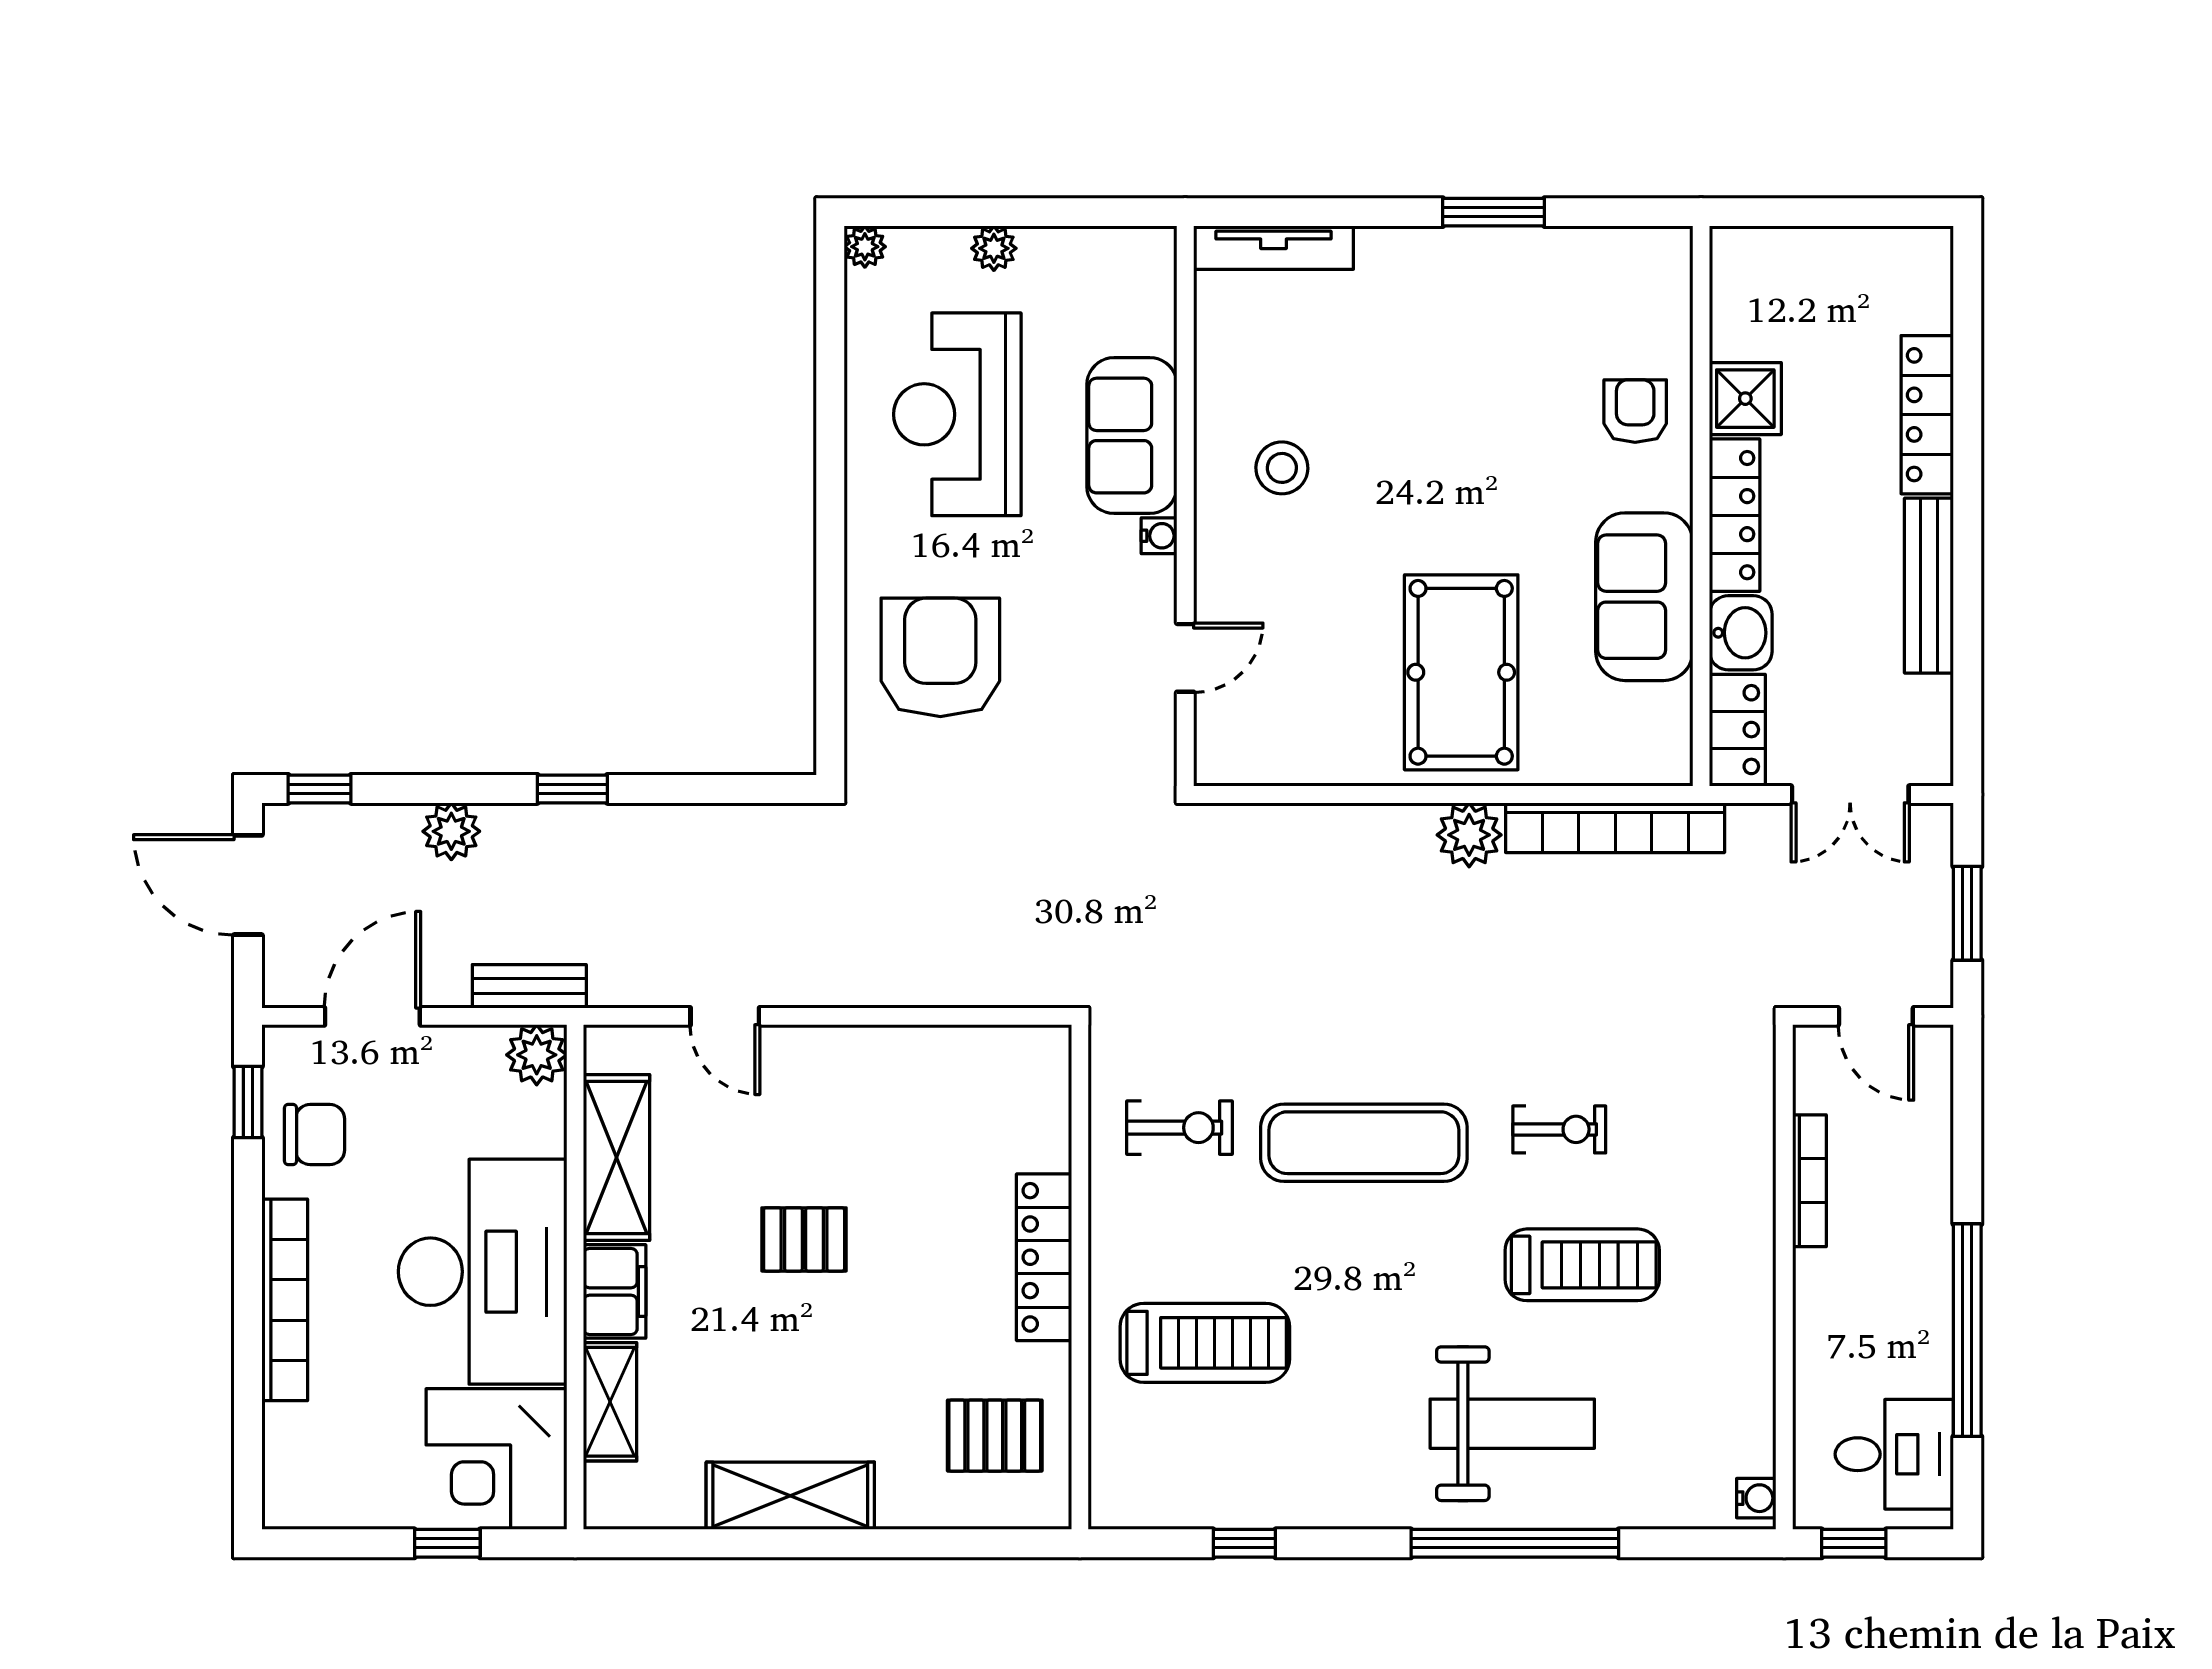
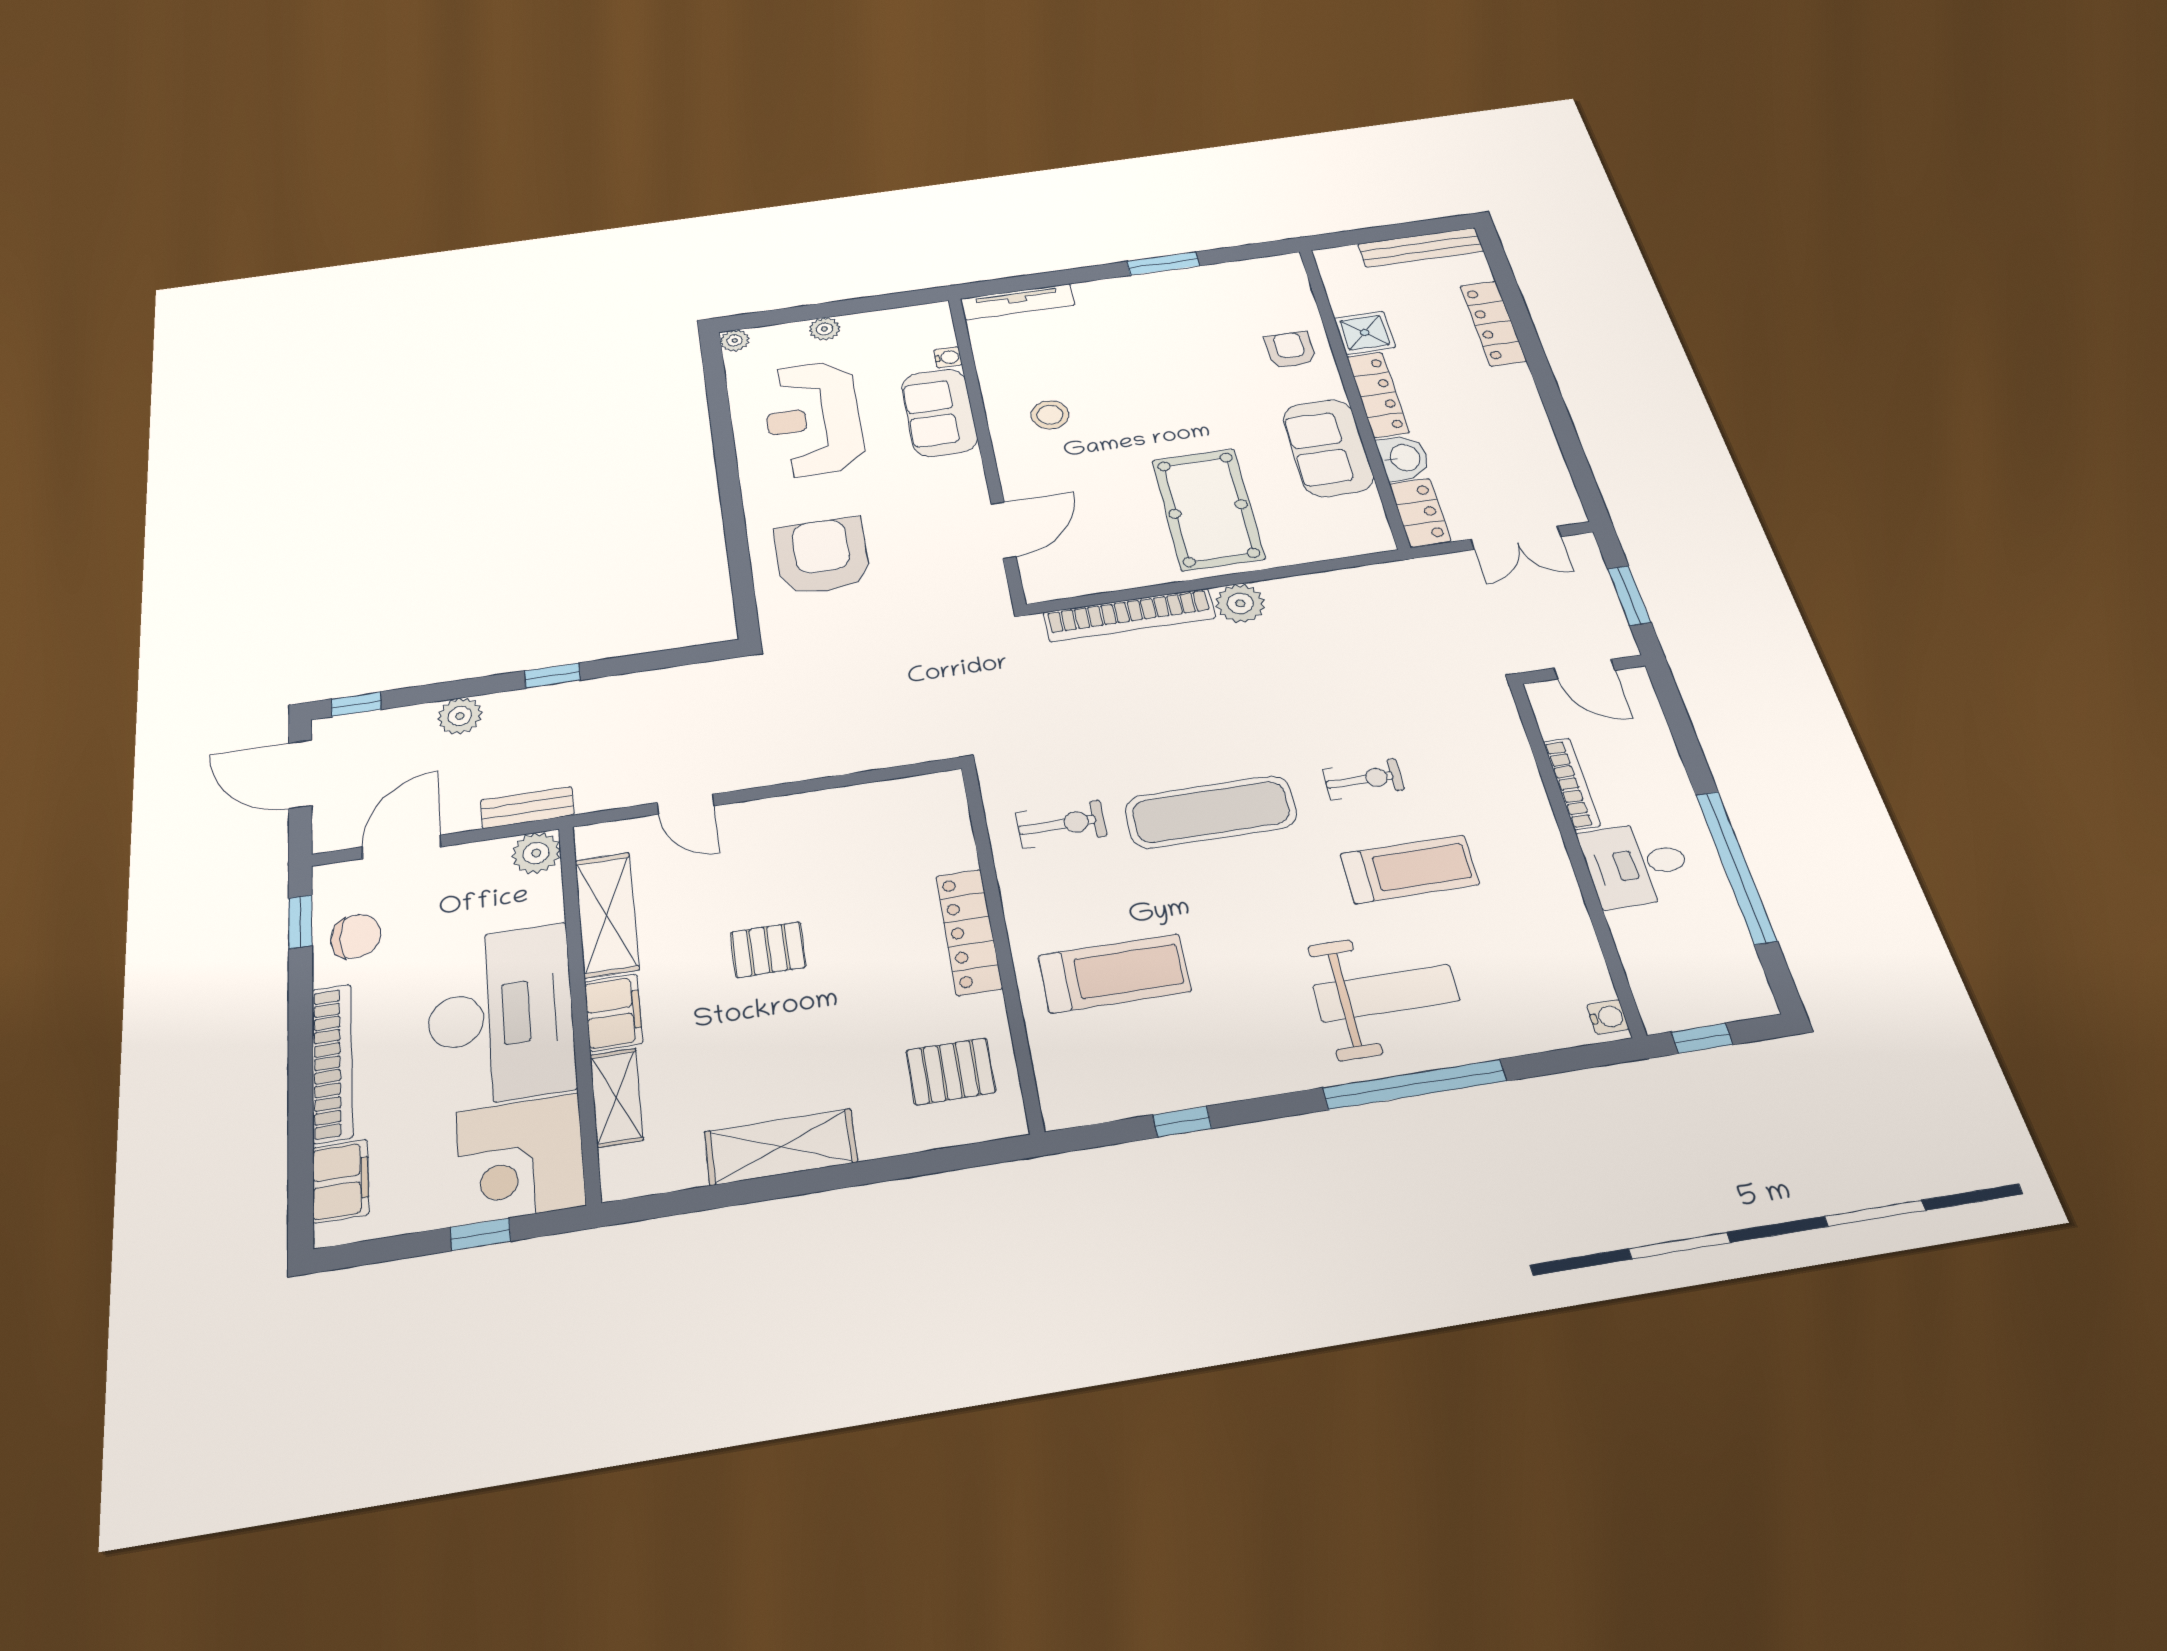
water cooler: (1159, 536) -> (948, 357), moved
bench: (1929, 586) -> (1421, 247), moved, turned 90
door: (1185, 658) -> (1004, 530), width x1.38
bookcase: (1615, 828) -> (1129, 615), moved
filing cabinet: (293, 1452) -> (341, 1181), added
desk: (1894, 1454) -> (1636, 864), moved, turned 180

